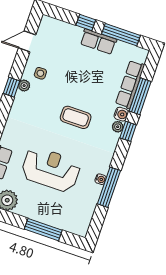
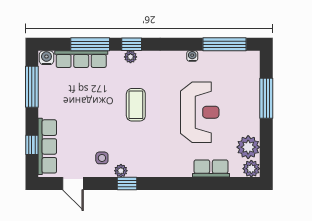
window: (86, 23) -> (32, 145), moved
row of seats: (98, 42) -> (47, 146), moved, width x1.48
water cooler: (121, 114) -> (46, 58), moved
reception desk: (51, 169) -> (200, 112), turned 180
window: (109, 187) -> (225, 44), moved

